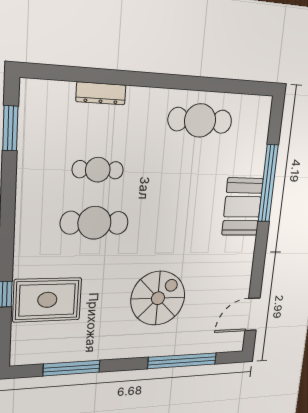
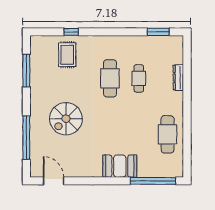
window: (268, 183) -> (153, 181), moved
spiral stairs: (158, 298) -> (66, 119), turned 90
rug: (47, 300) -> (67, 55), width x0.73, depth x0.70

